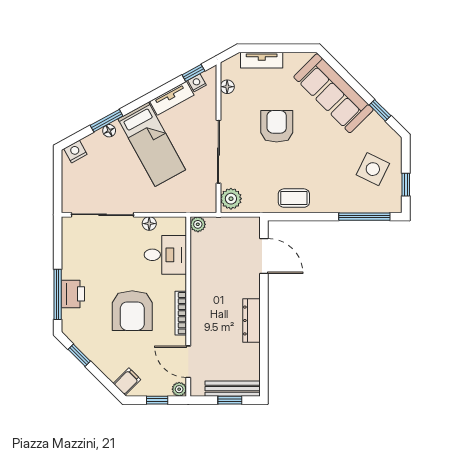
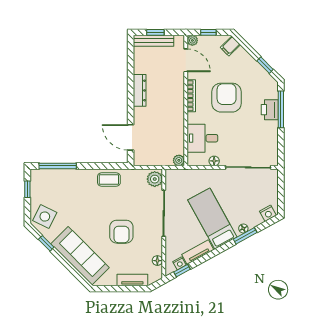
side table: (373, 169) -> (45, 217), moved

